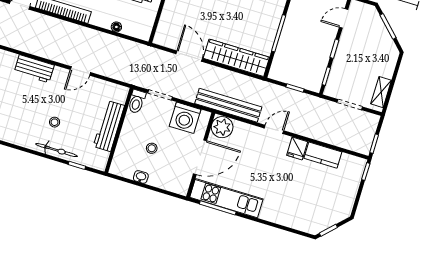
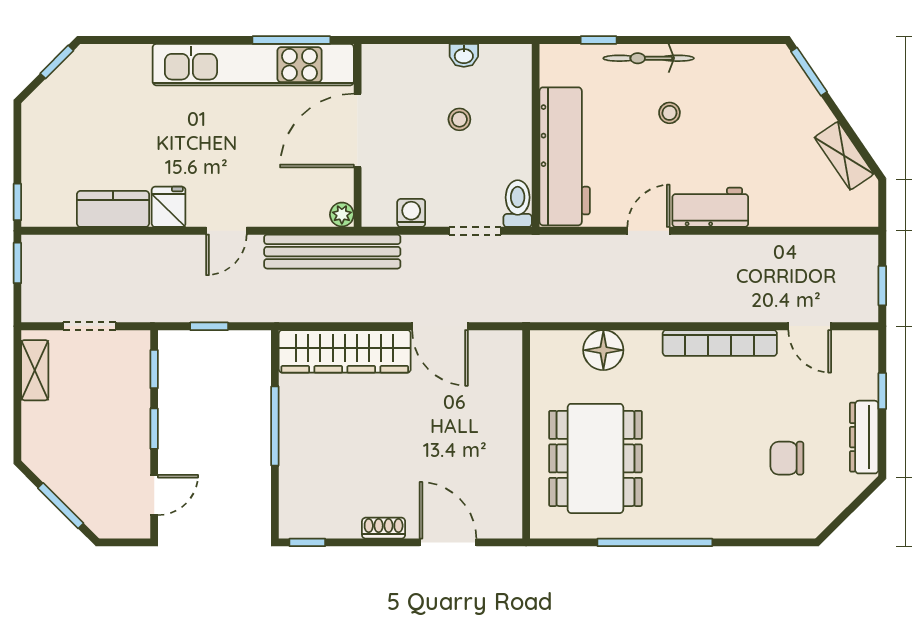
floor lamp: (116, 27) -> (603, 350), width x1.89, depth x1.89
workbench: (34, 69) -> (710, 207), moved
washing machine: (185, 118) -> (411, 213), width x0.53, depth x0.53
workbench: (109, 126) -> (565, 156), width x1.36, depth x1.32
plant: (222, 127) -> (342, 215), width x0.53, depth x0.53
kitchen unit: (226, 198) -> (253, 65), width x1.36

